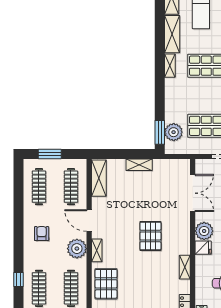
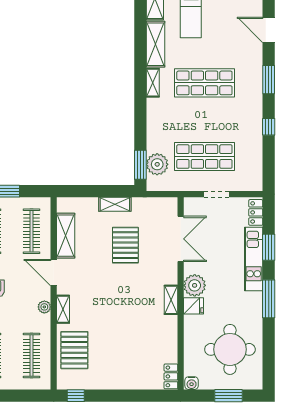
shelving: (99, 178) -> (66, 236), moved
pallet: (150, 236) -> (125, 245), moved
plant: (77, 249) -> (44, 307), width x0.53, depth x0.53
shelving: (185, 267) -> (171, 300), moved

